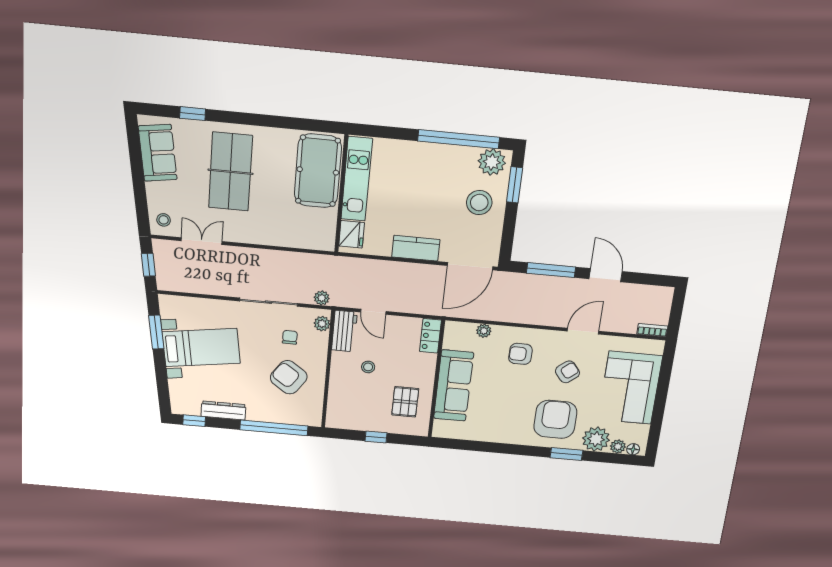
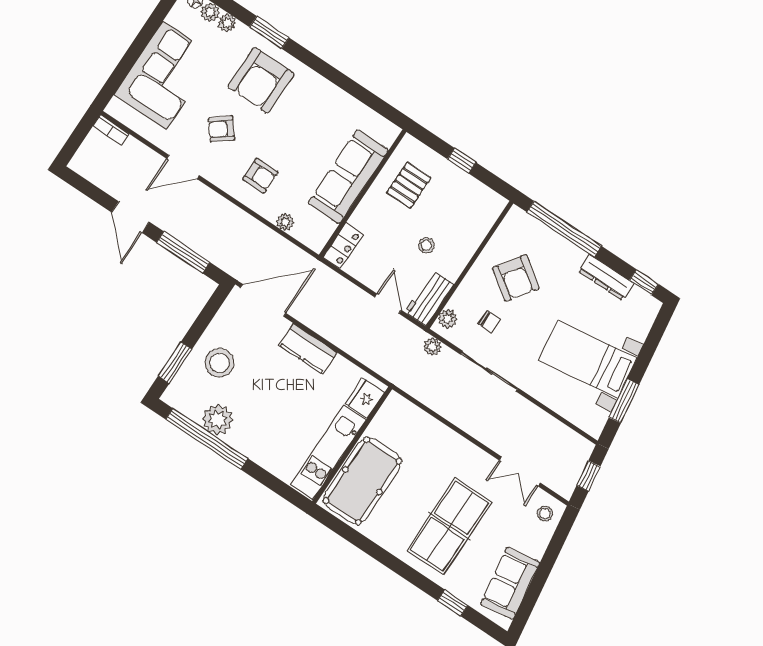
plant: (492, 162) -> (218, 419), moved
chair: (290, 337) -> (489, 322), turned -90
plant: (596, 439) -> (227, 23), width x0.53, depth x0.53

